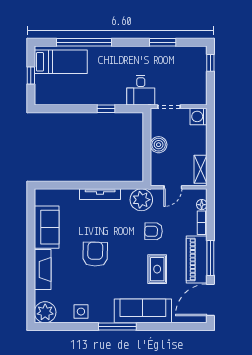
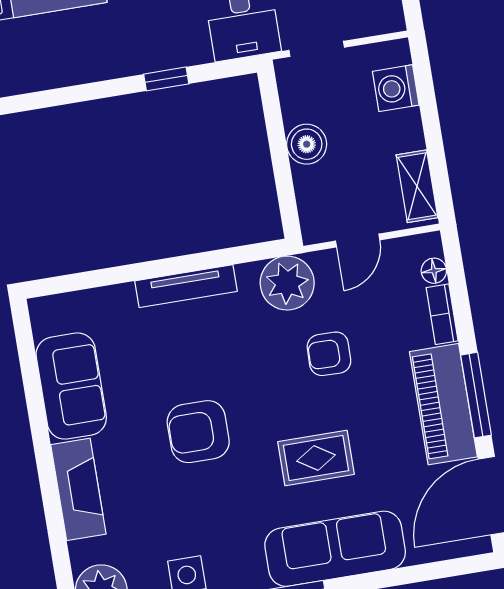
washing machine: (199, 116) -> (396, 88), moved
armchair: (95, 254) -> (198, 432), turned -91
rug: (157, 269) -> (316, 458), moved, turned 90

